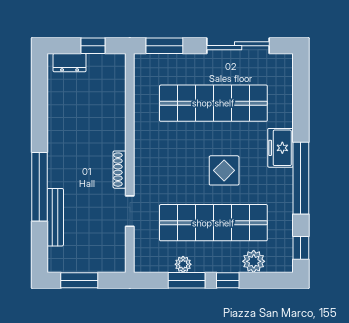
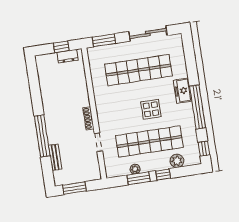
dresser: (70, 63) -> (68, 56), moved
bench: (55, 217) -> (55, 157), width x0.73

